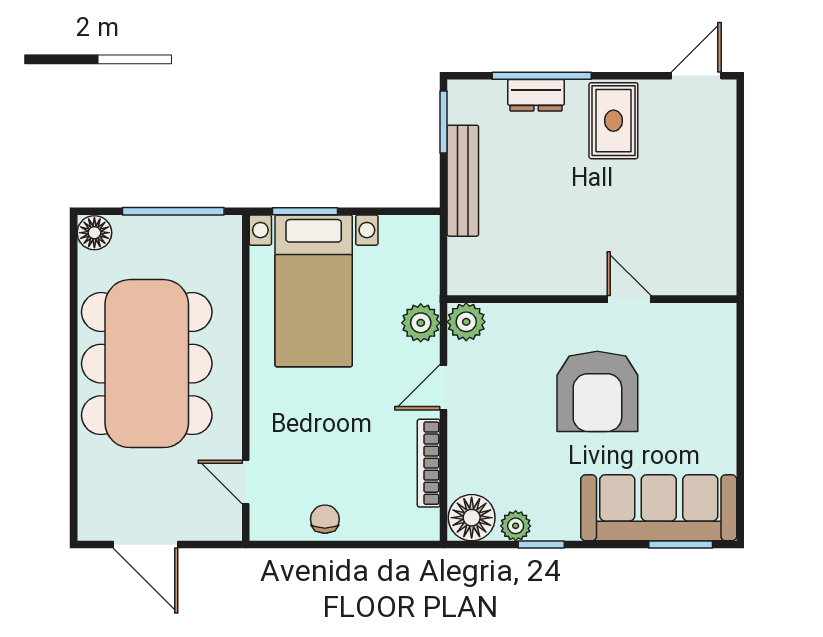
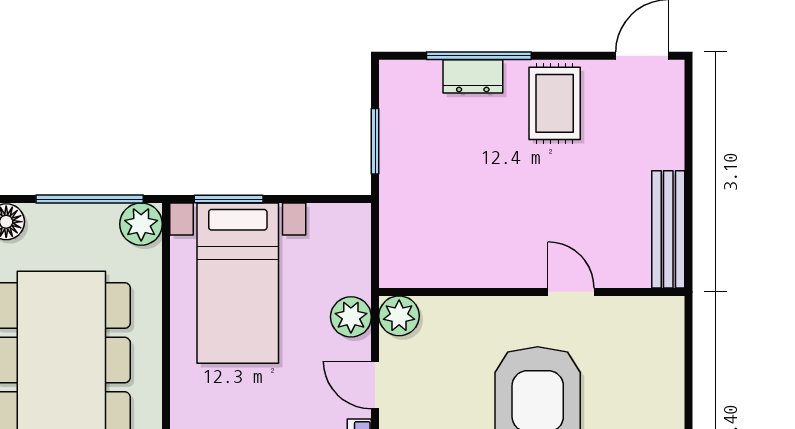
window: (444, 122) -> (375, 141), moved
bench: (463, 181) -> (668, 229), moved
plant: (222, 235) -> (141, 224), added
door: (444, 387) -> (375, 385), hinge flipped

